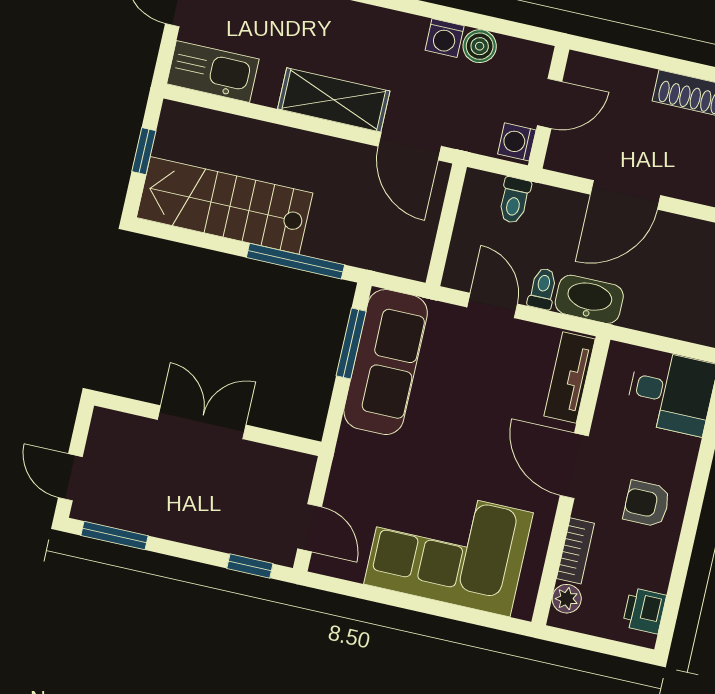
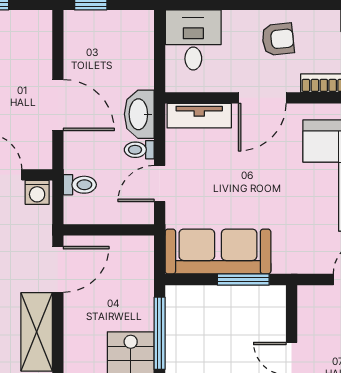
window: (351, 343) -> (243, 279), moved
armchair: (647, 504) -> (278, 39), turned -96

